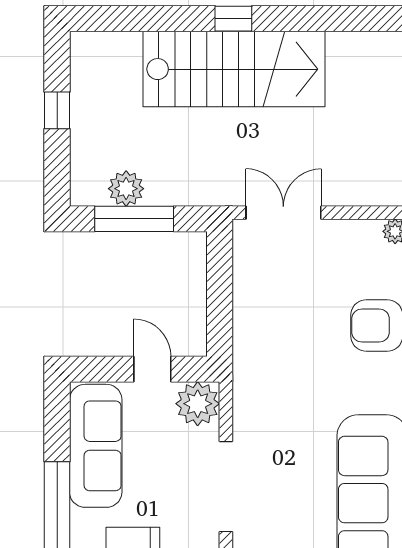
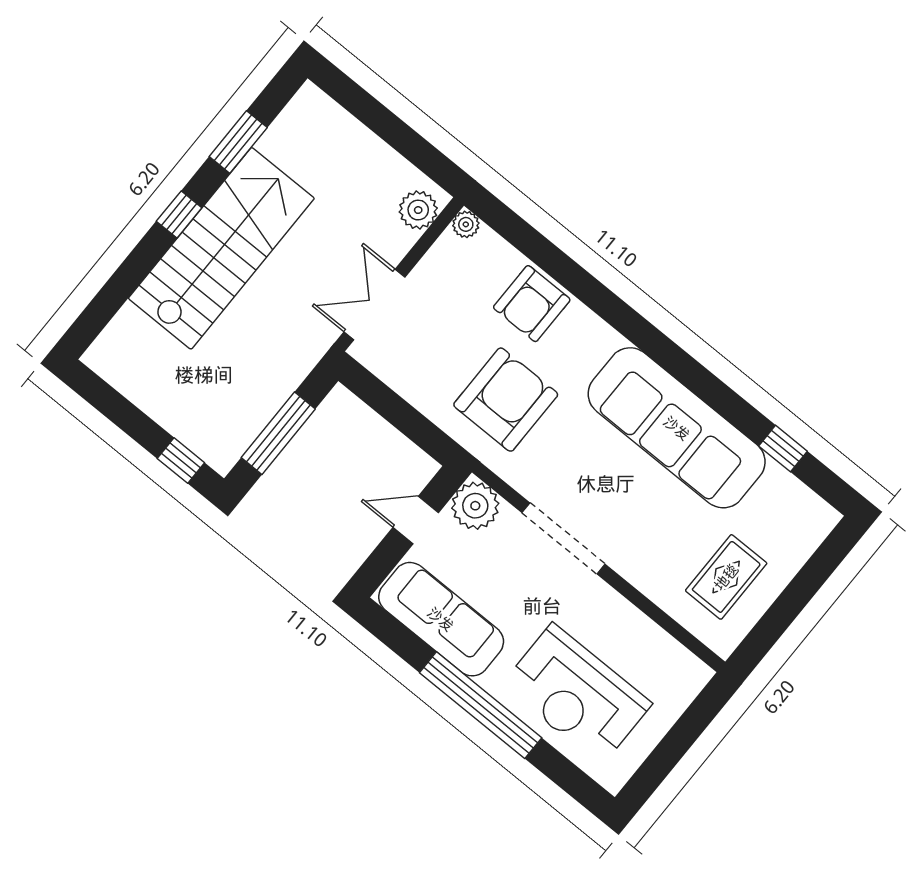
window: (321, 19) -> (238, 142), added
window: (57, 110) -> (181, 461), moved
plant: (126, 189) -> (418, 210), moved
armchair: (292, 363) -> (506, 400), added

